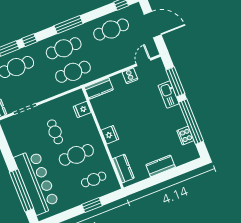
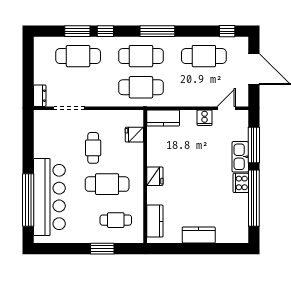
cooker: (185, 136) -> (241, 183), moved

